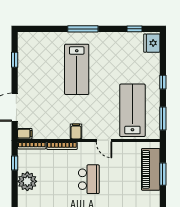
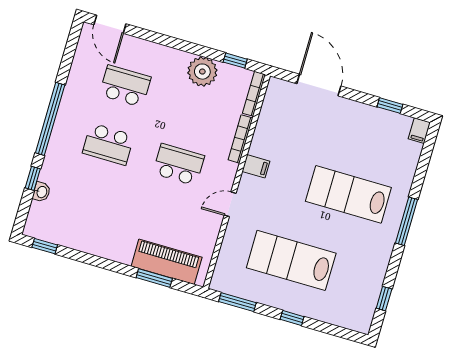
fridge: (152, 43) -> (355, 318), removed
lab bench: (132, 110) -> (291, 260), moved, turned 180
filing cabinet: (25, 134) -> (419, 131), moved
school desk: (89, 179) -> (179, 165), turned 180

